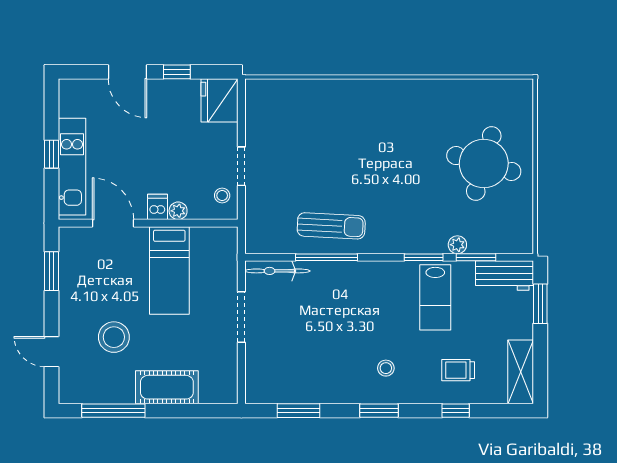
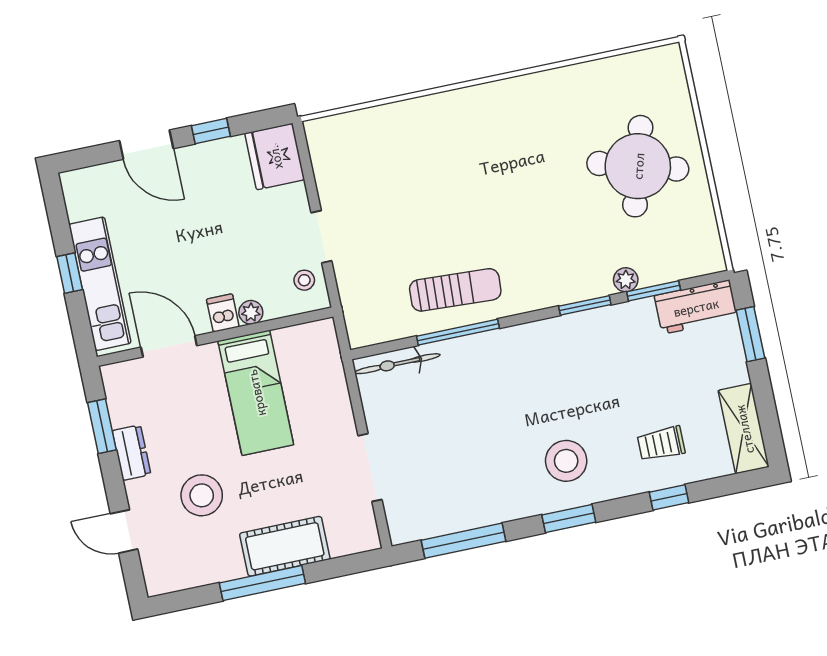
dresser: (69, 295) -> (132, 453), added
lab bench: (435, 297) -> (611, 355), removed
doorway: (241, 317) -> (370, 468), moved
stool: (386, 368) -> (566, 461), width x1.89, depth x1.89
window: (113, 411) -> (262, 583), moved
window: (299, 411) -> (464, 541), width x1.44

